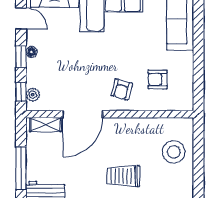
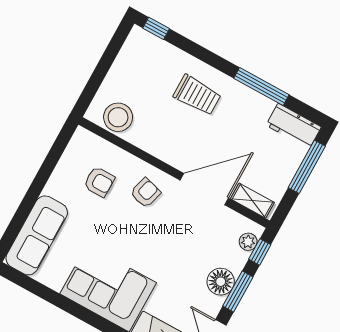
floor lamp: (32, 52) -> (221, 282), width x1.89, depth x1.89
window: (21, 57) -> (238, 291), width x1.50
stool: (174, 152) -> (118, 117), moved

